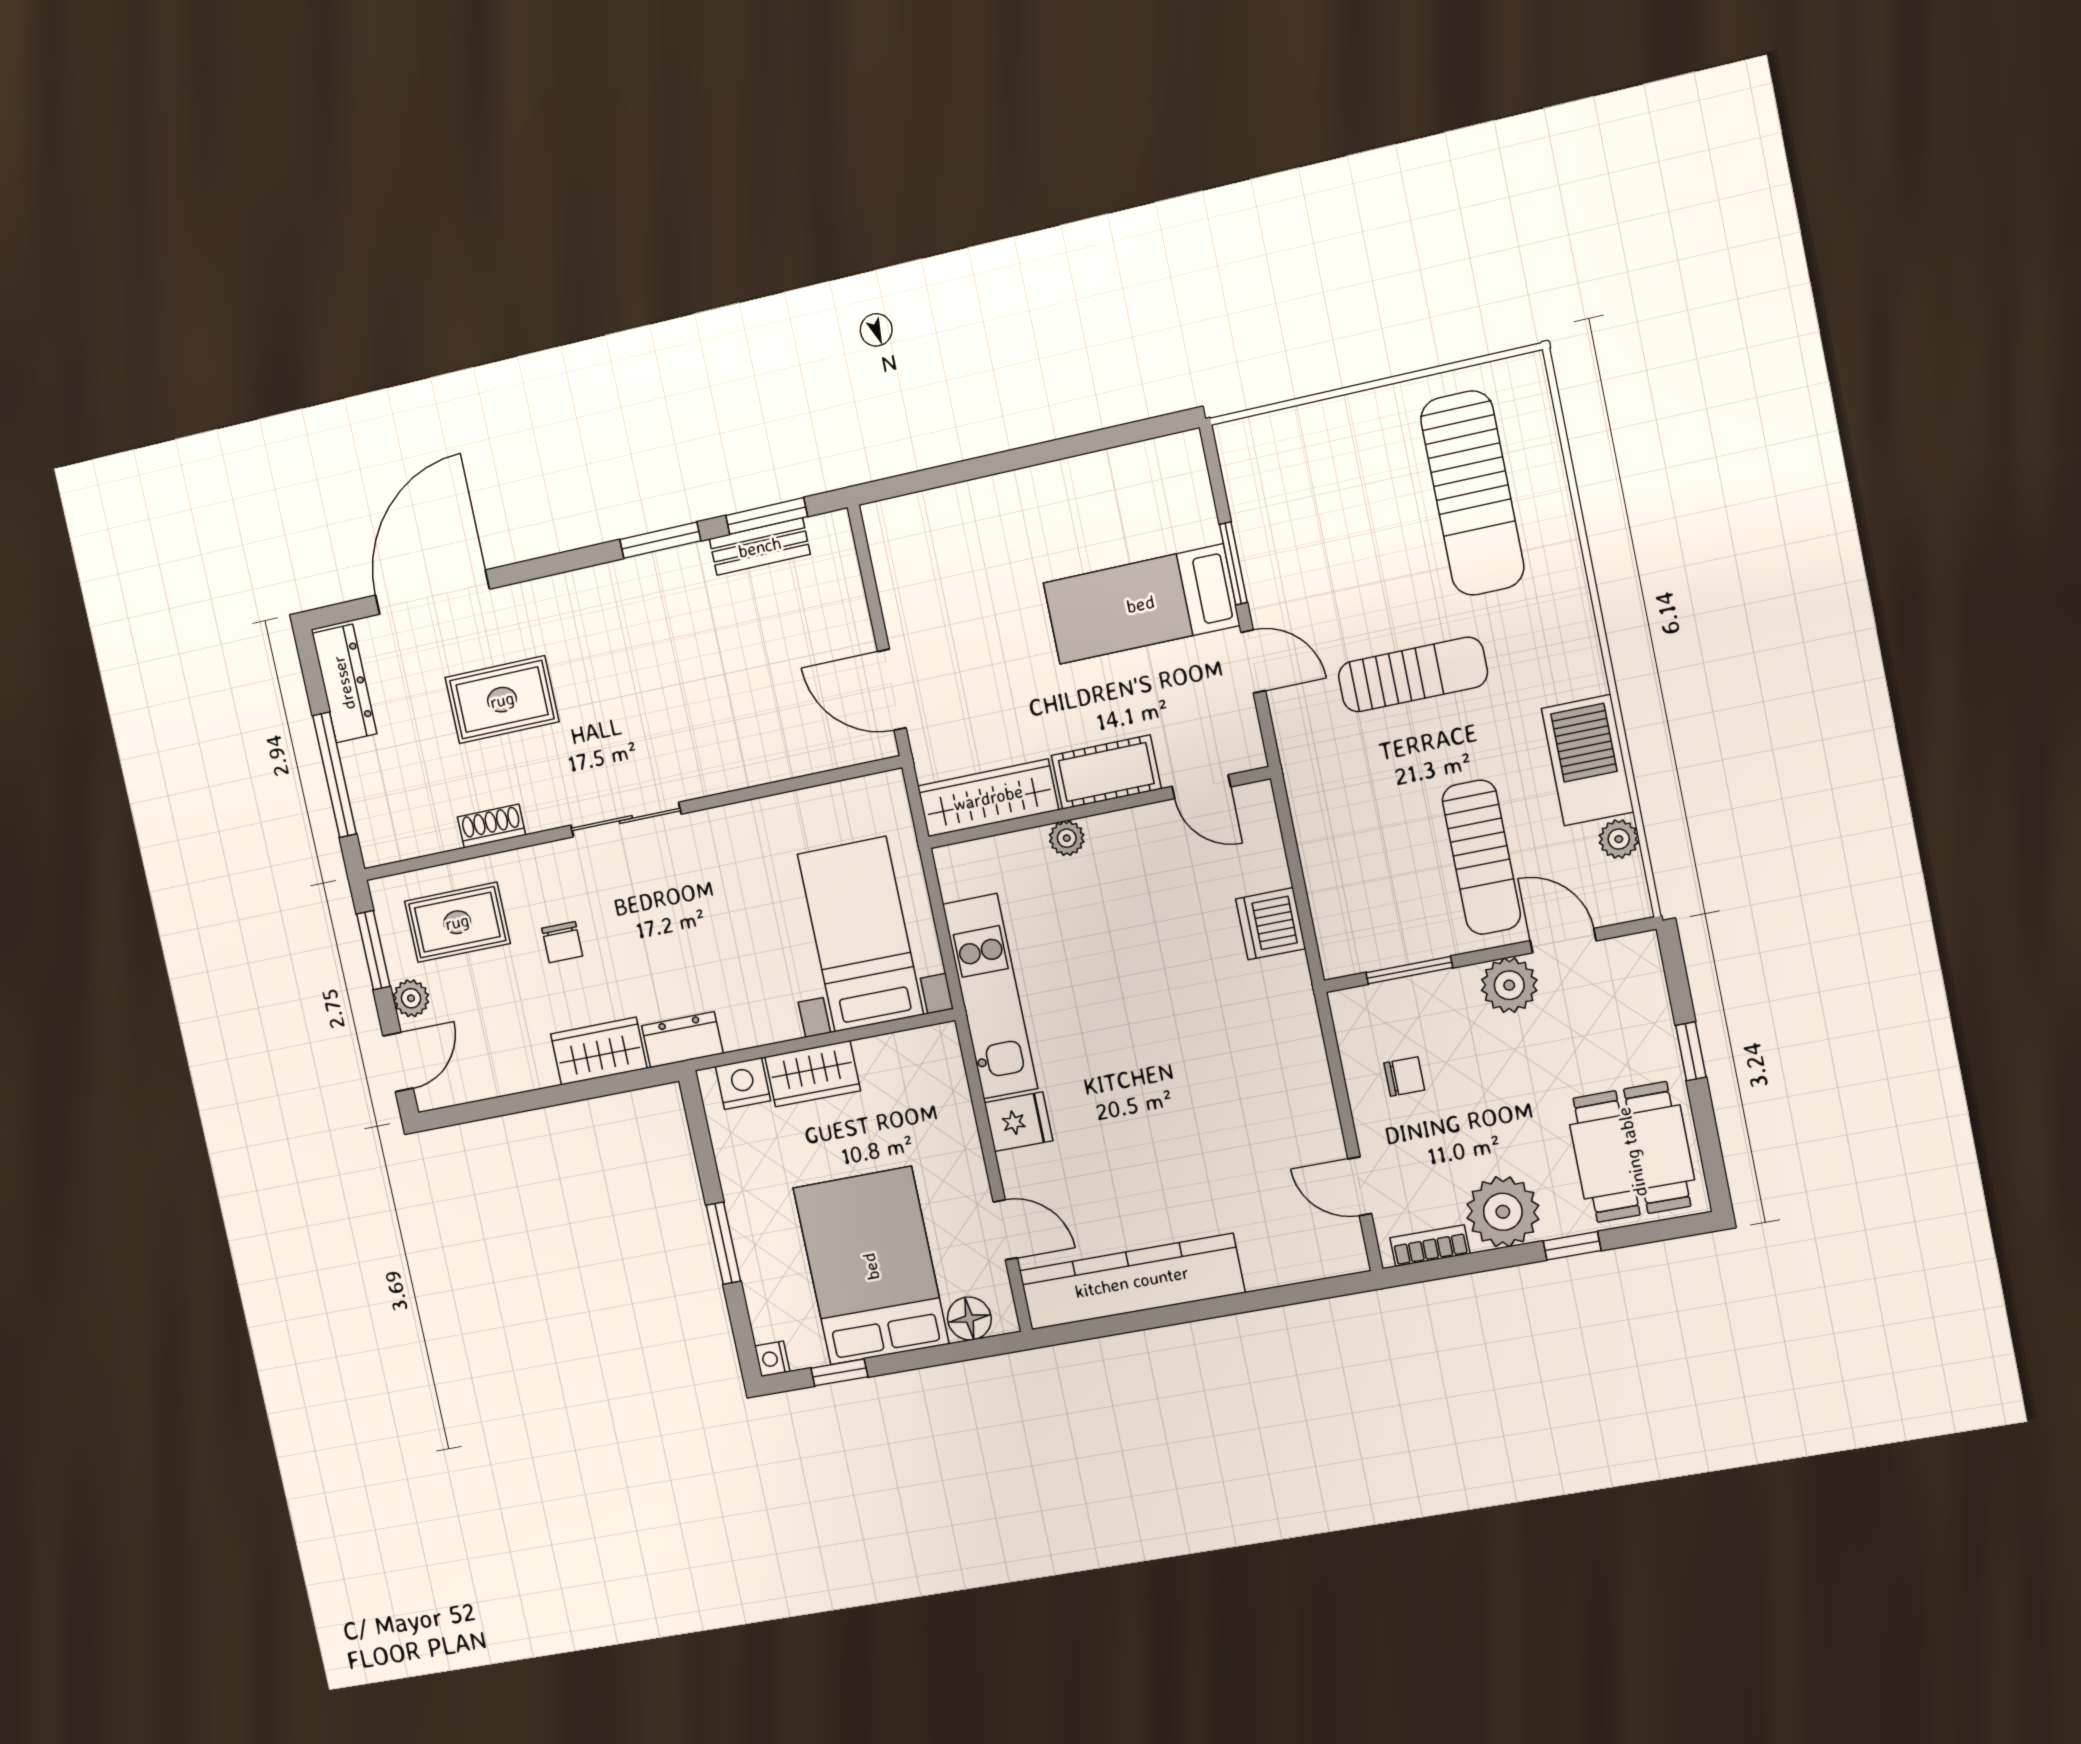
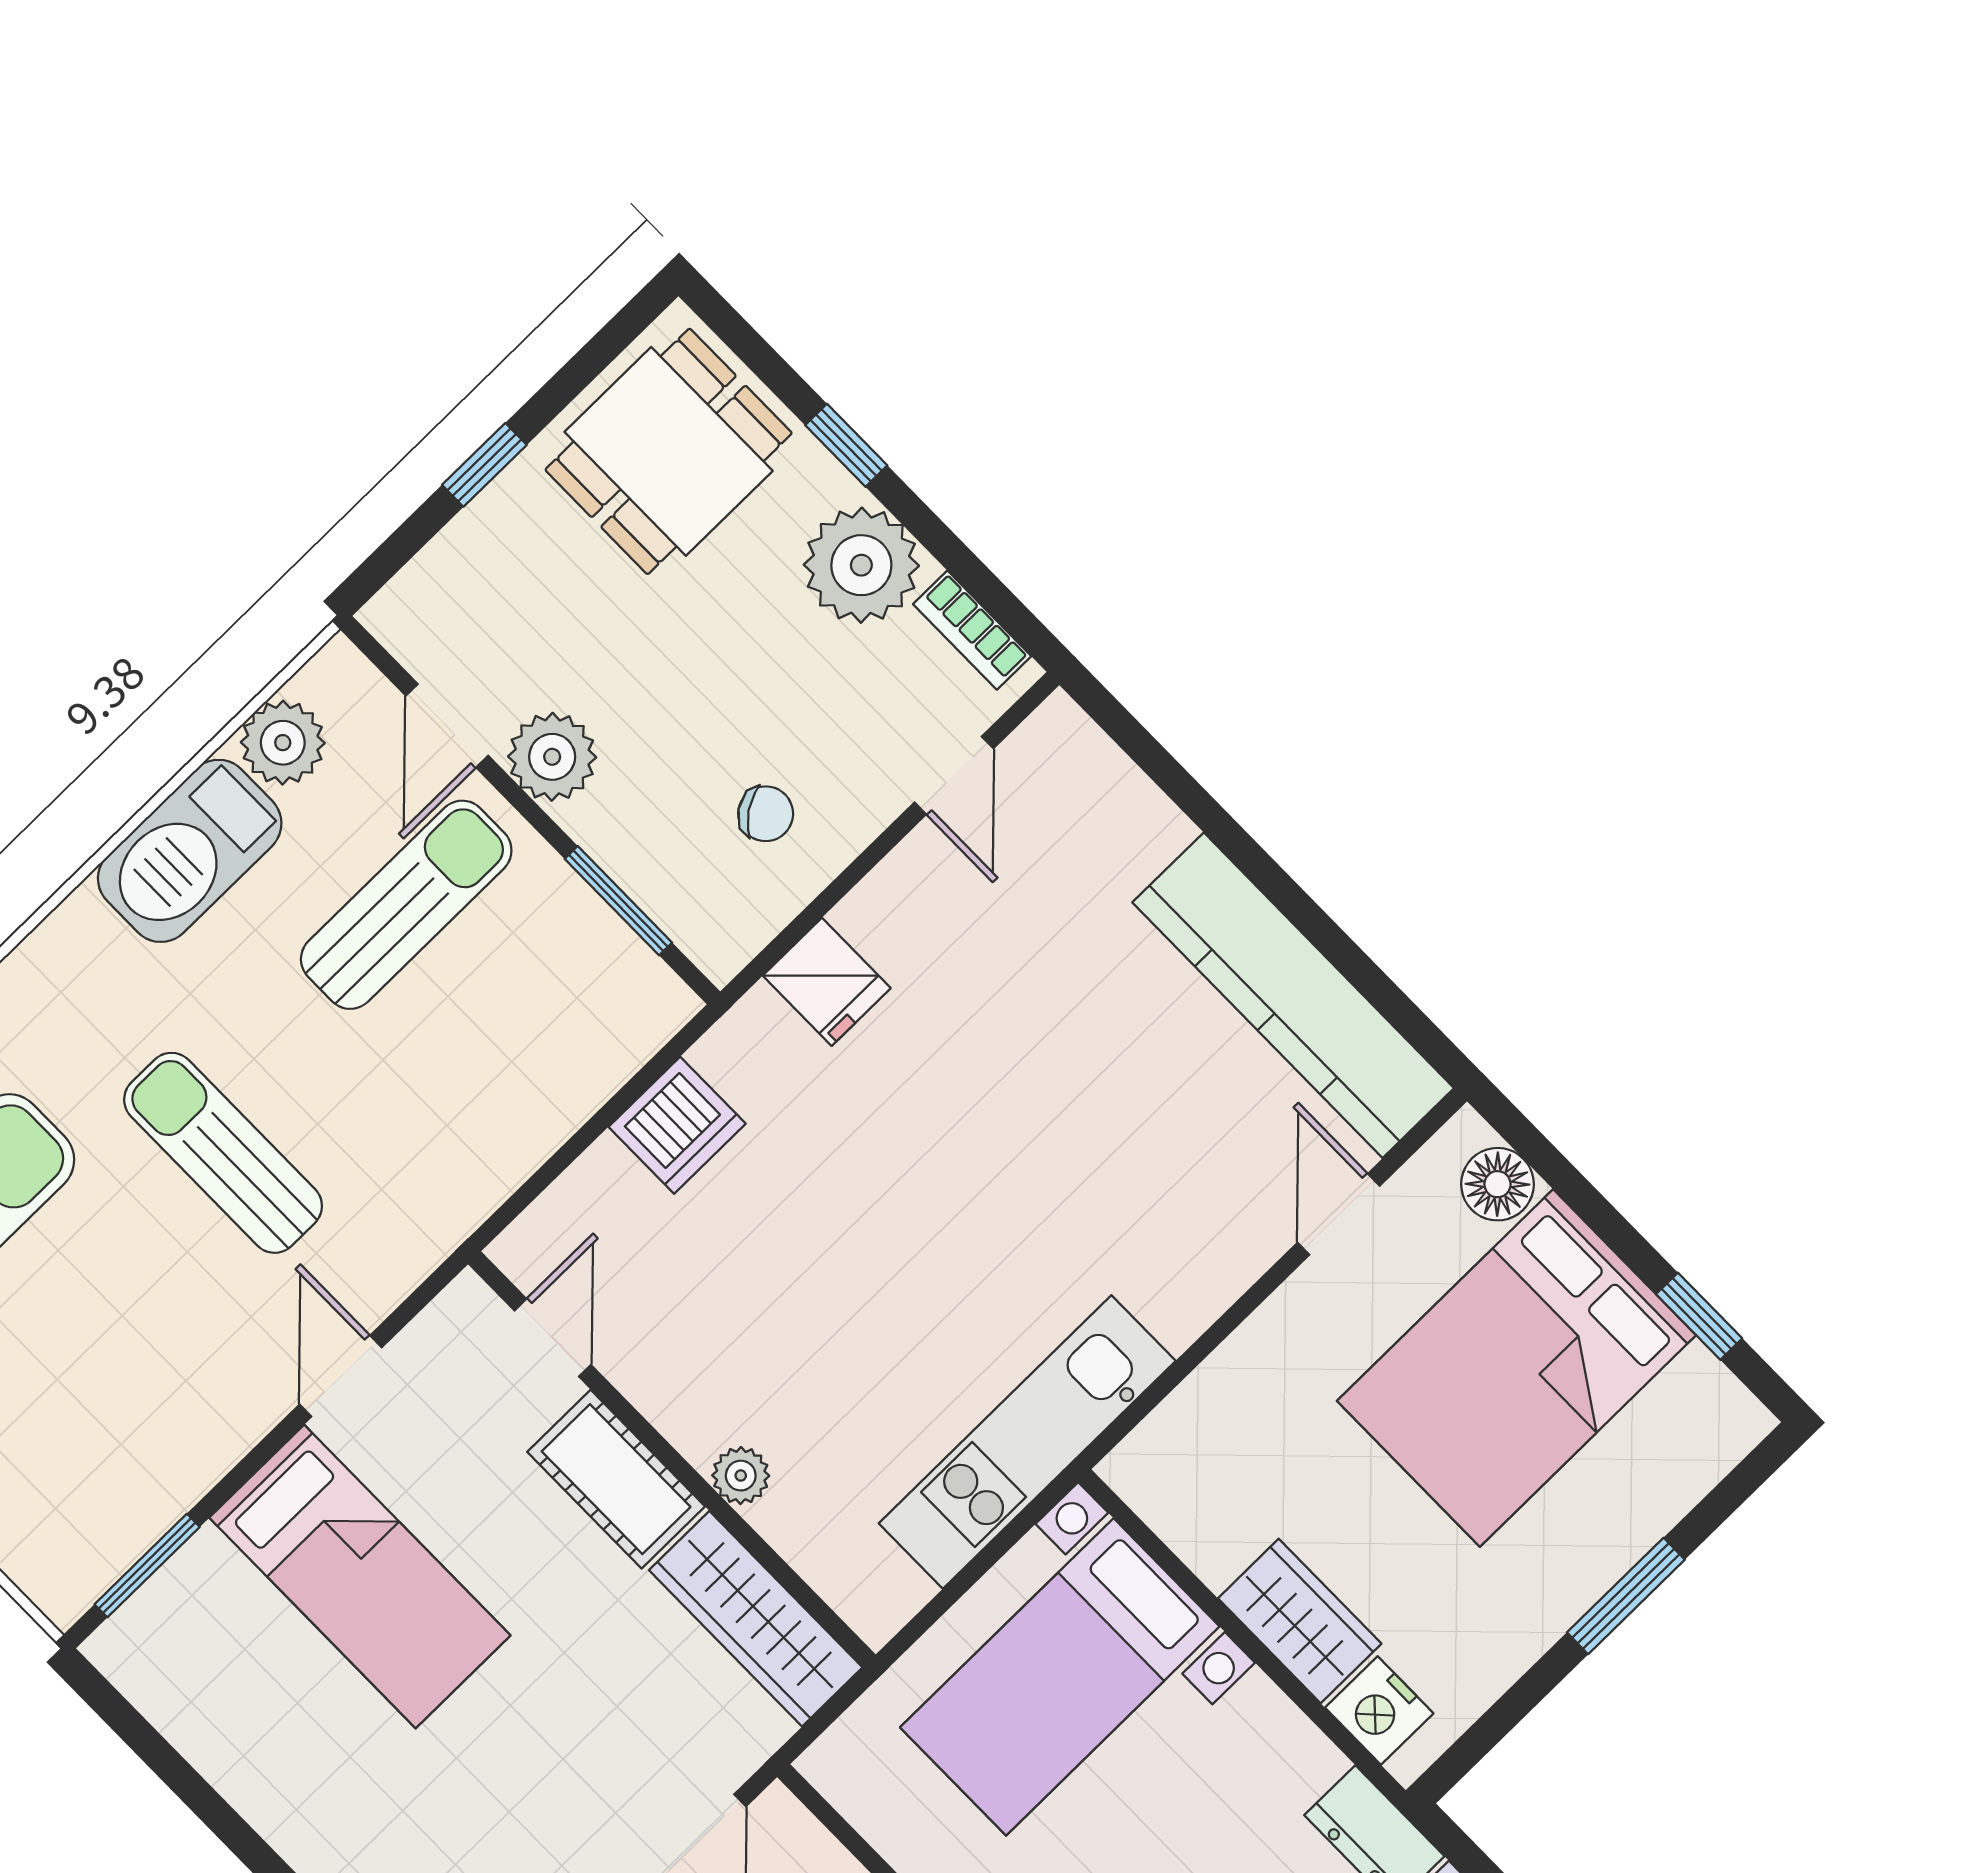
window: (1233, 563) -> (147, 1566), moved
plant: (1619, 839) -> (283, 743), width x1.38, depth x1.38
chair: (1404, 1076) -> (766, 814), turned 145
fridge: (1018, 1122) -> (827, 982), moved, turned 180
nightstand: (772, 1359) -> (1745, 1423), removed

